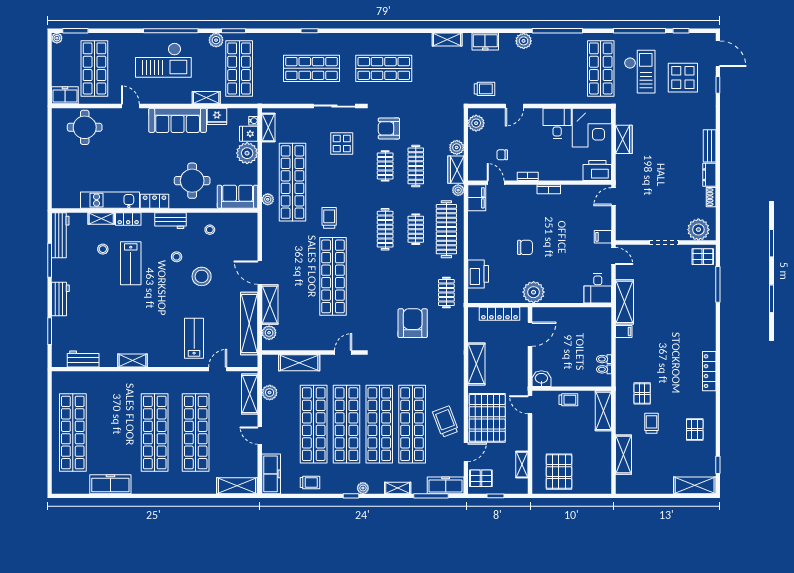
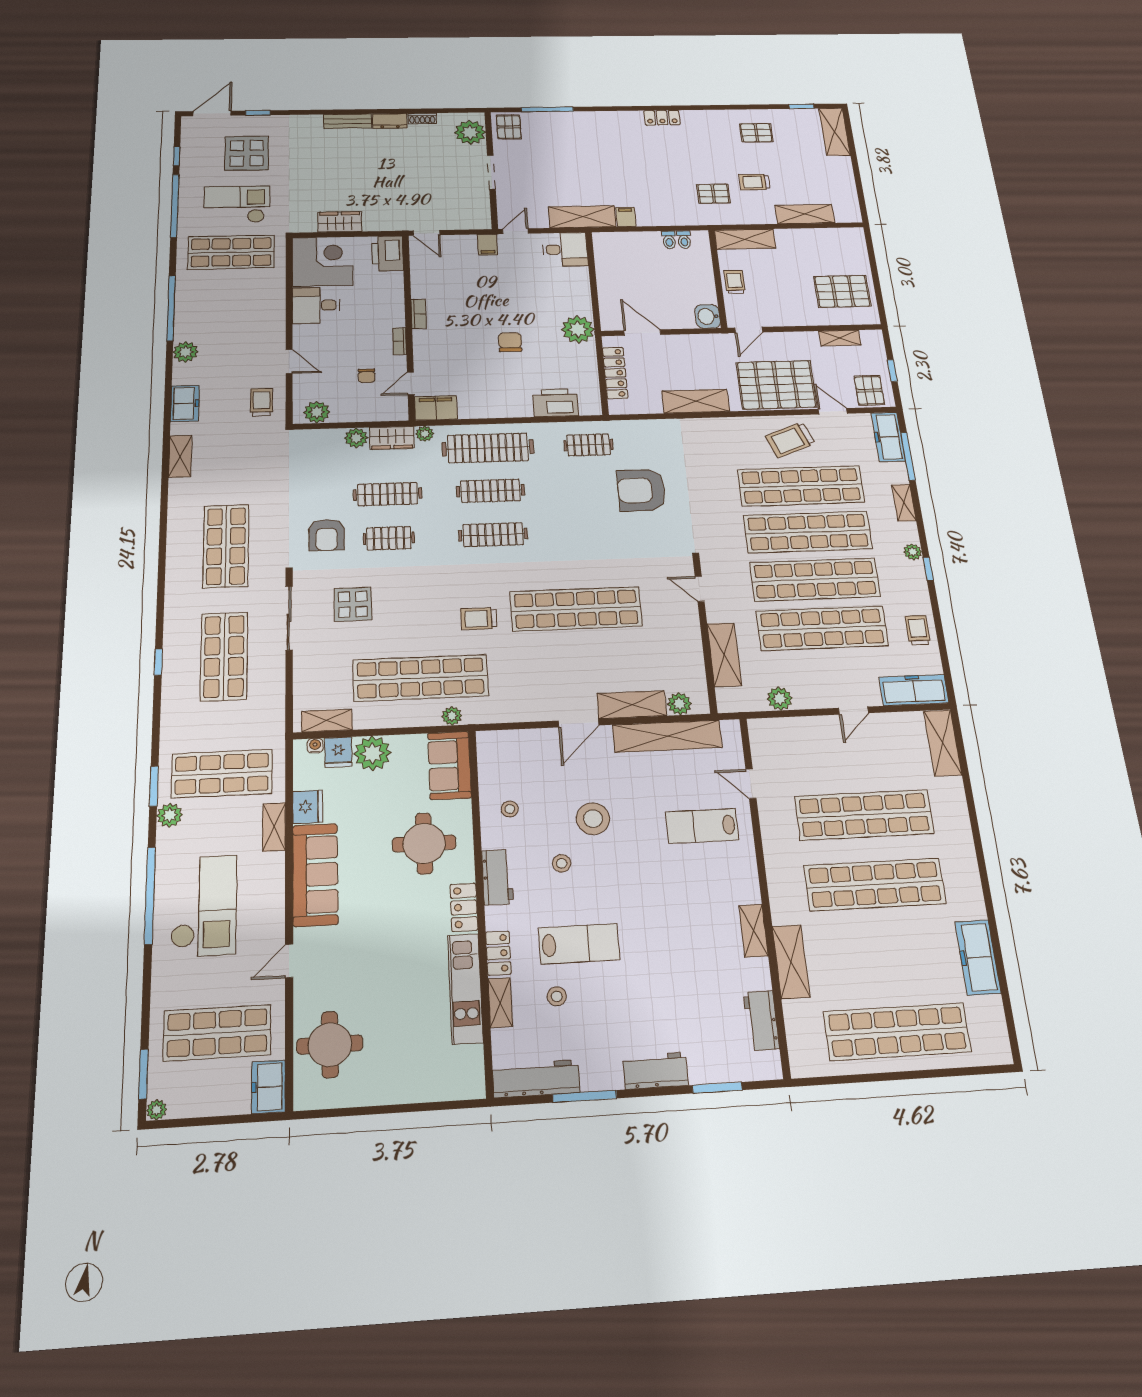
clothes rail: (416, 229) -> (490, 491), width x1.36
locker: (709, 371) -> (662, 118), width x0.66
shelving: (250, 394) -> (791, 962), moved, turned 90

